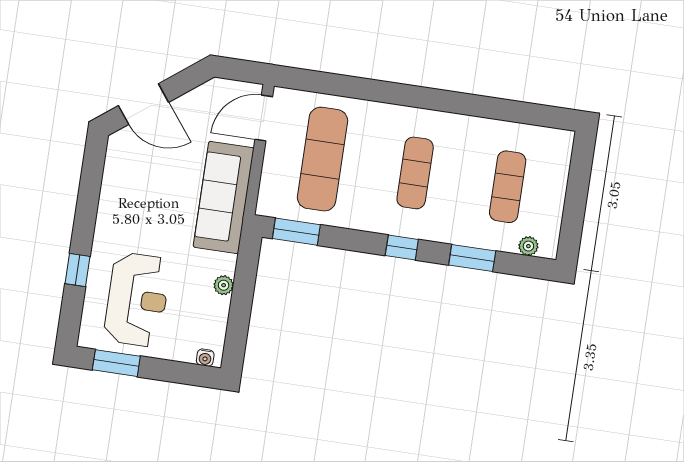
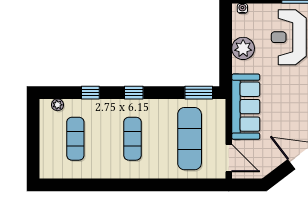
door: (264, 118) -> (229, 158), hinge flipped
window: (472, 258) -> (90, 93), width x0.67
plant: (224, 285) -> (243, 48), width x1.88, depth x1.88

